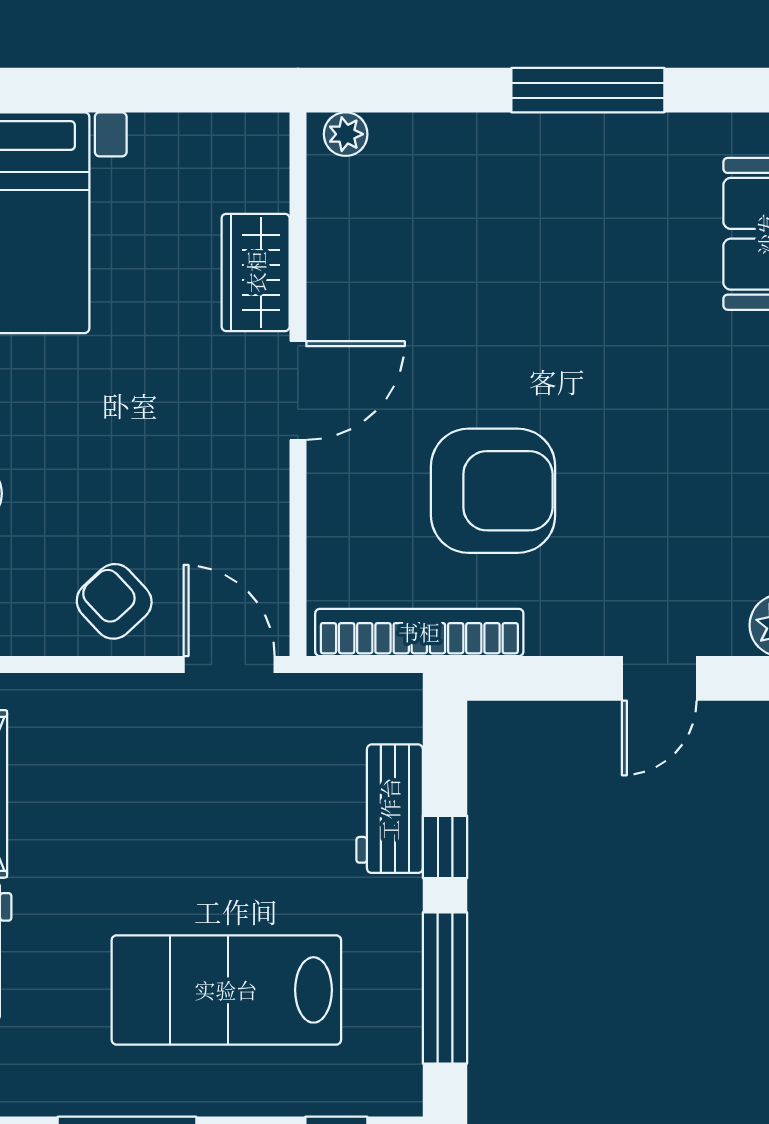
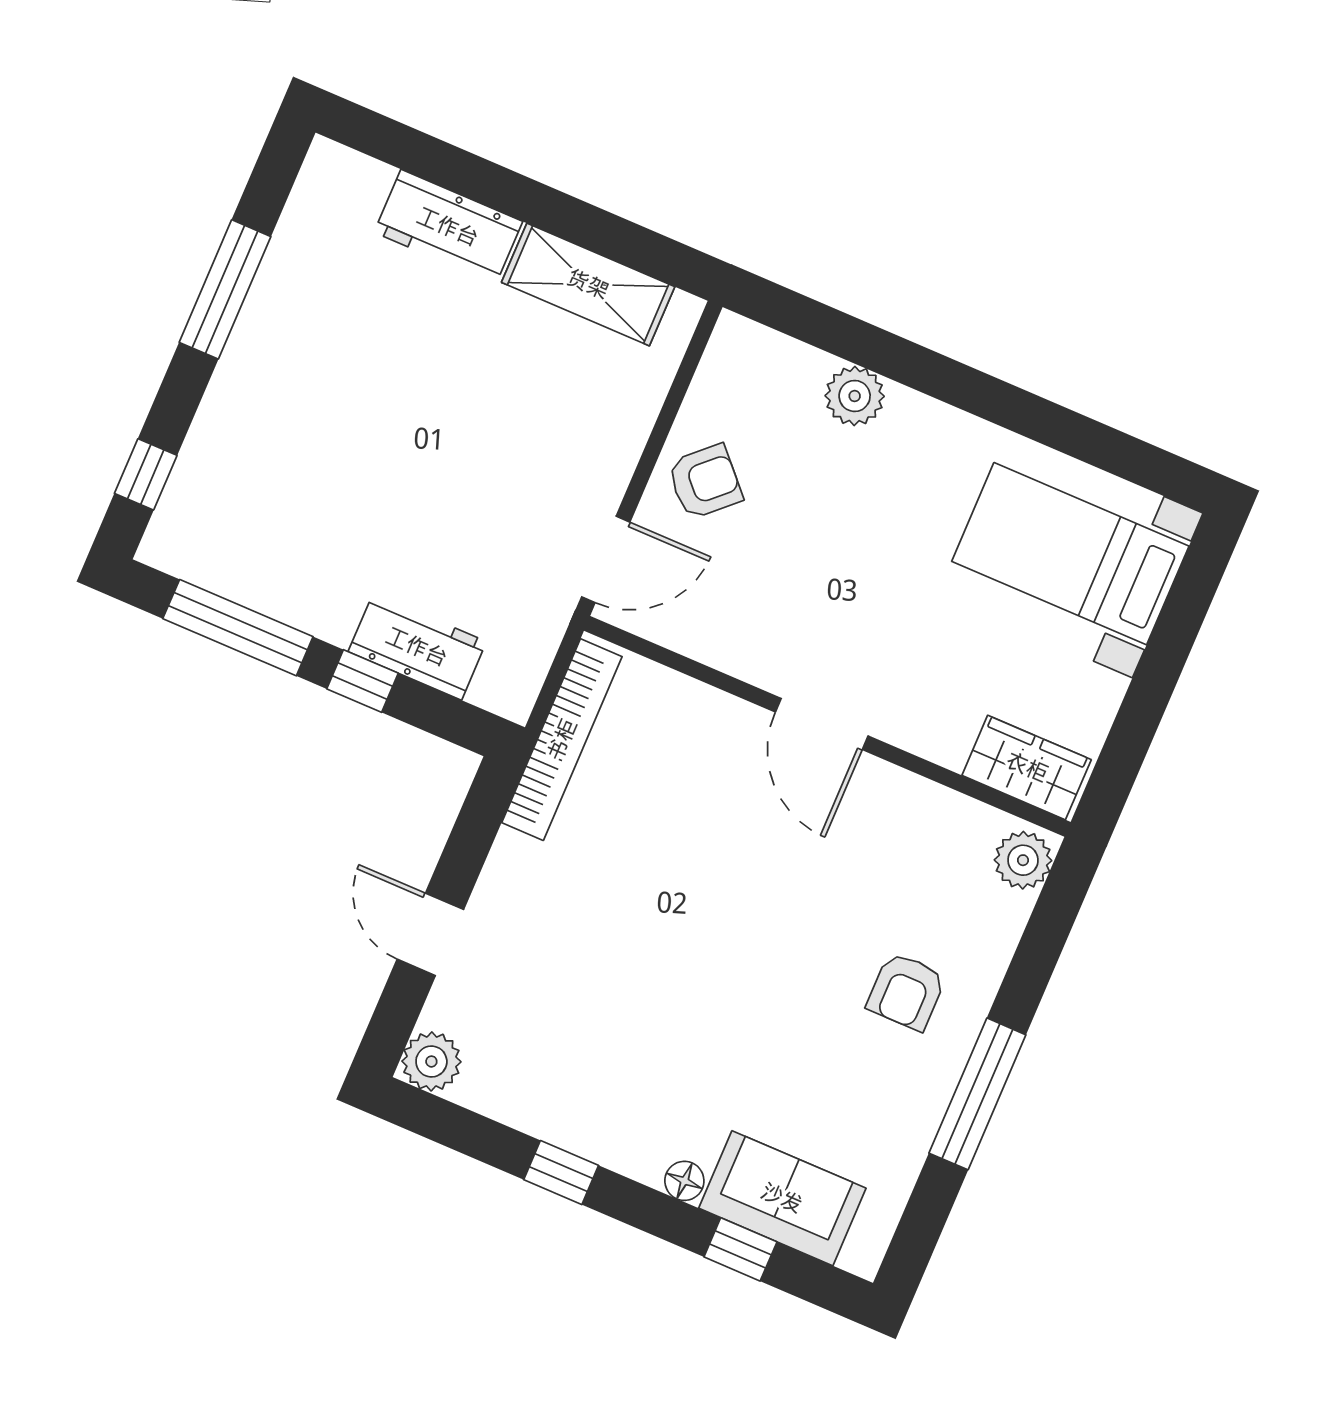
plant: (346, 134) -> (1023, 860), width x1.38, depth x1.38
wardrobe: (256, 272) -> (1027, 767), moved
armchair: (493, 491) -> (906, 991), moved, width x0.53, depth x0.53
lab bench: (226, 990) -> (319, 434), removed

